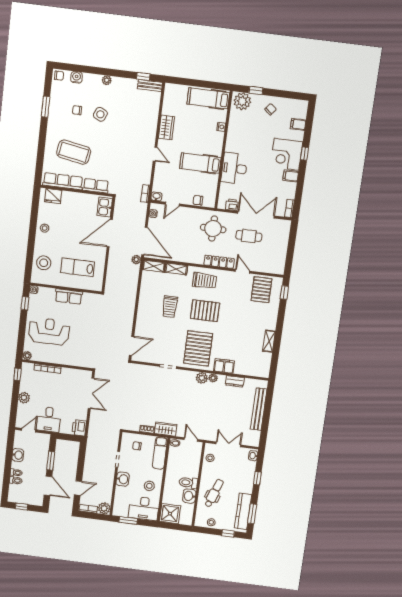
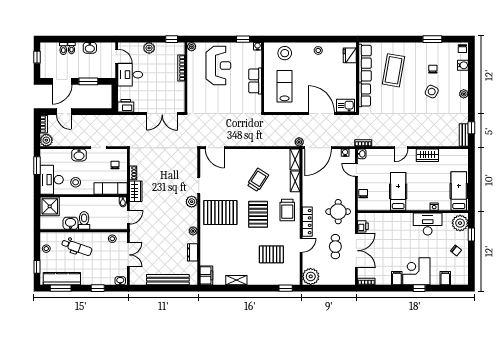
desk: (234, 168) -> (428, 224), moved
plant: (276, 265) -> (311, 276), added
pallet: (261, 290) -> (271, 254), moved
trolley: (170, 307) -> (258, 180), turned 123
filing cabinet: (224, 366) -> (206, 275), moved
plant: (202, 378) -> (192, 202), moved

